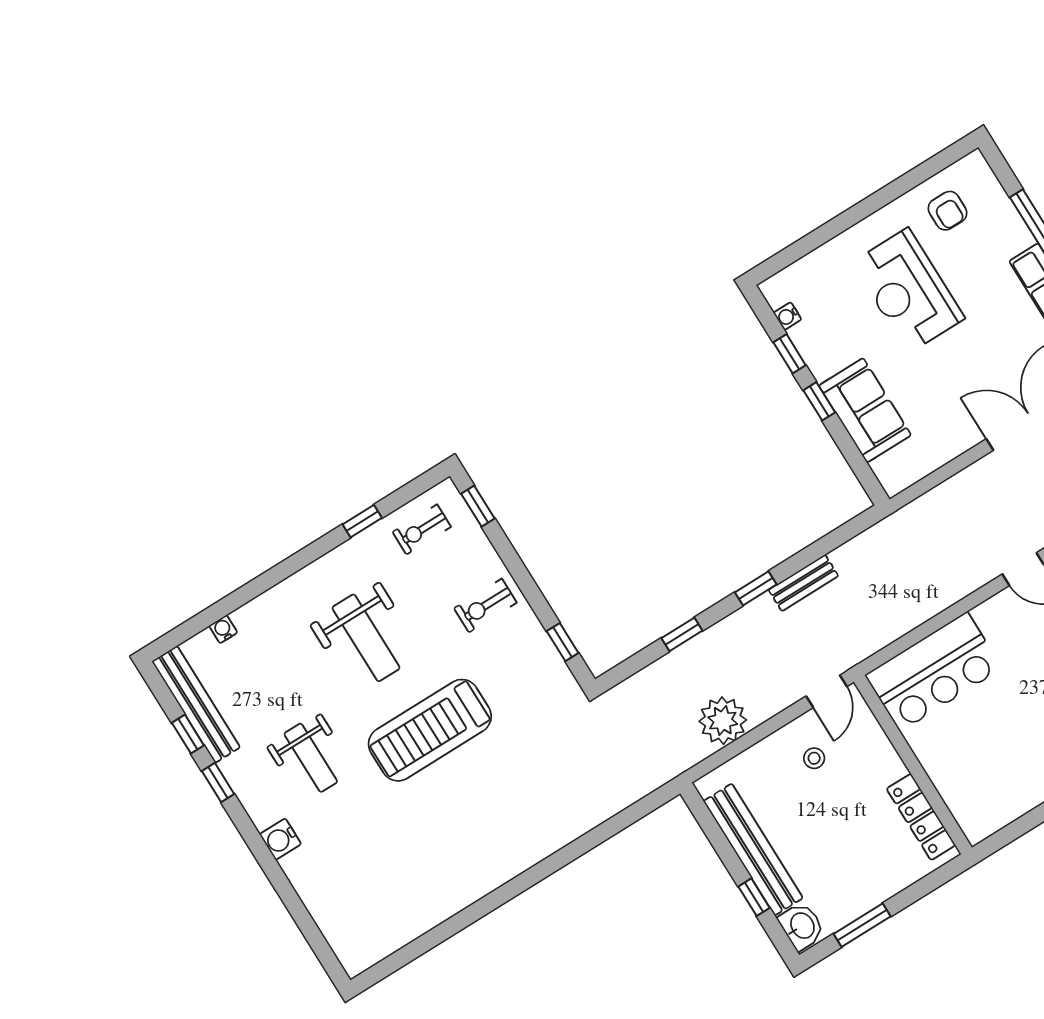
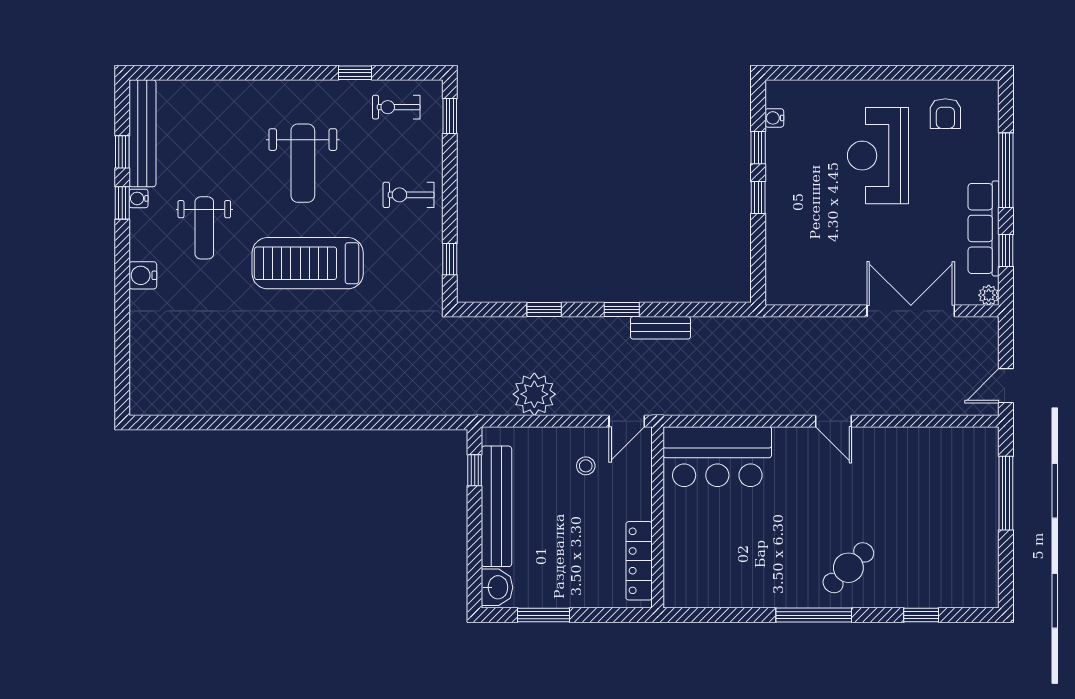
sofa: (865, 410) -> (789, 226), removed
water cooler: (223, 629) -> (139, 198), moved, turned -90
window: (754, 897) -> (475, 470), moved

